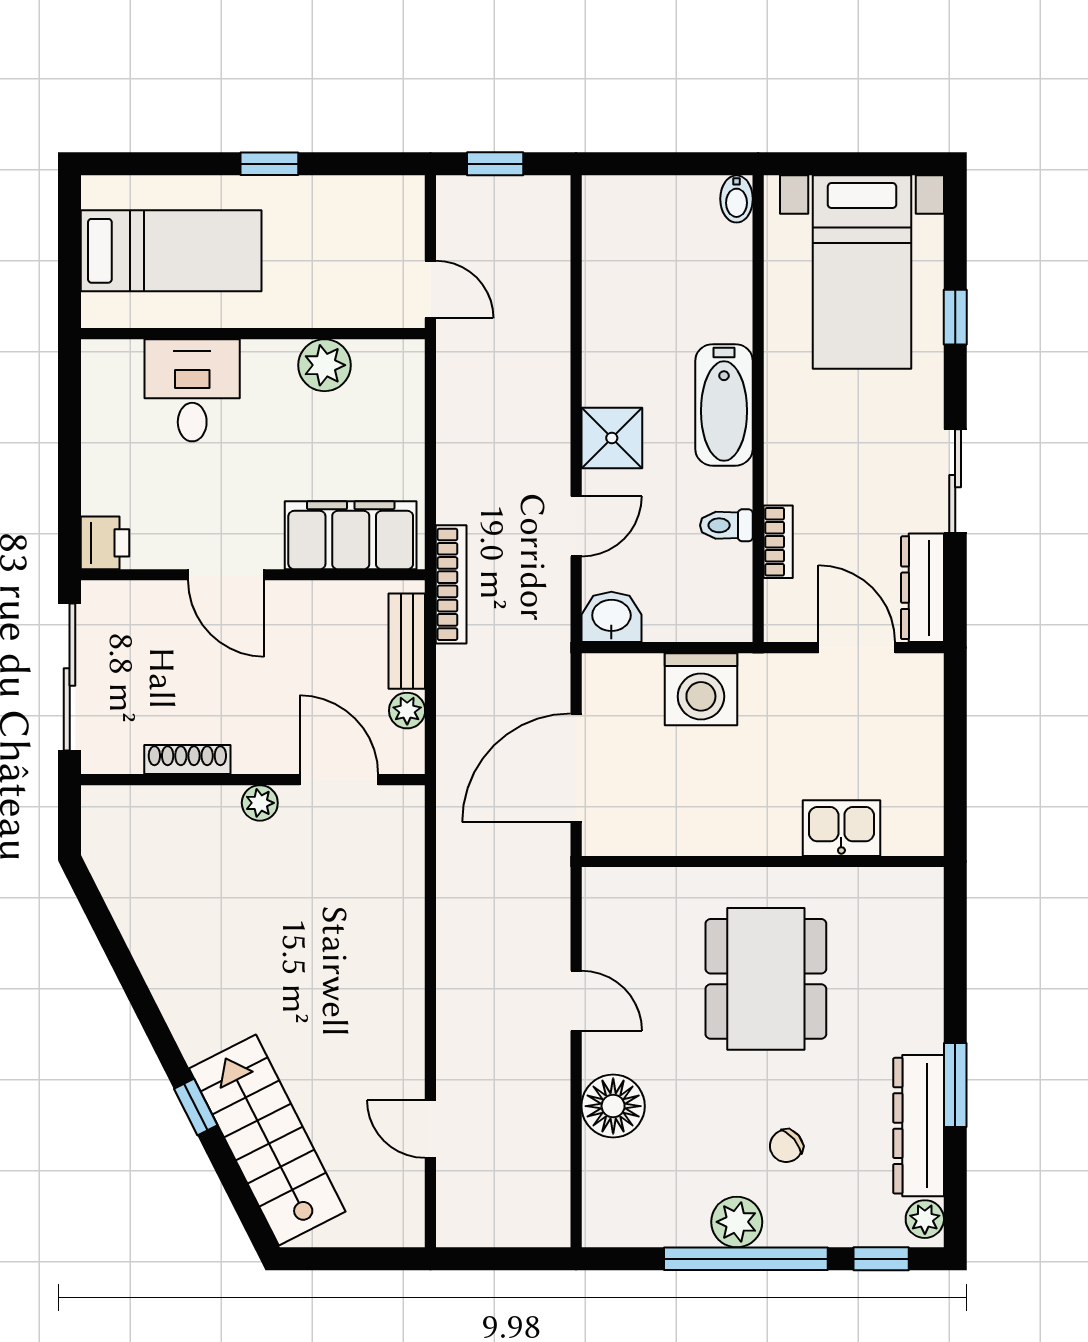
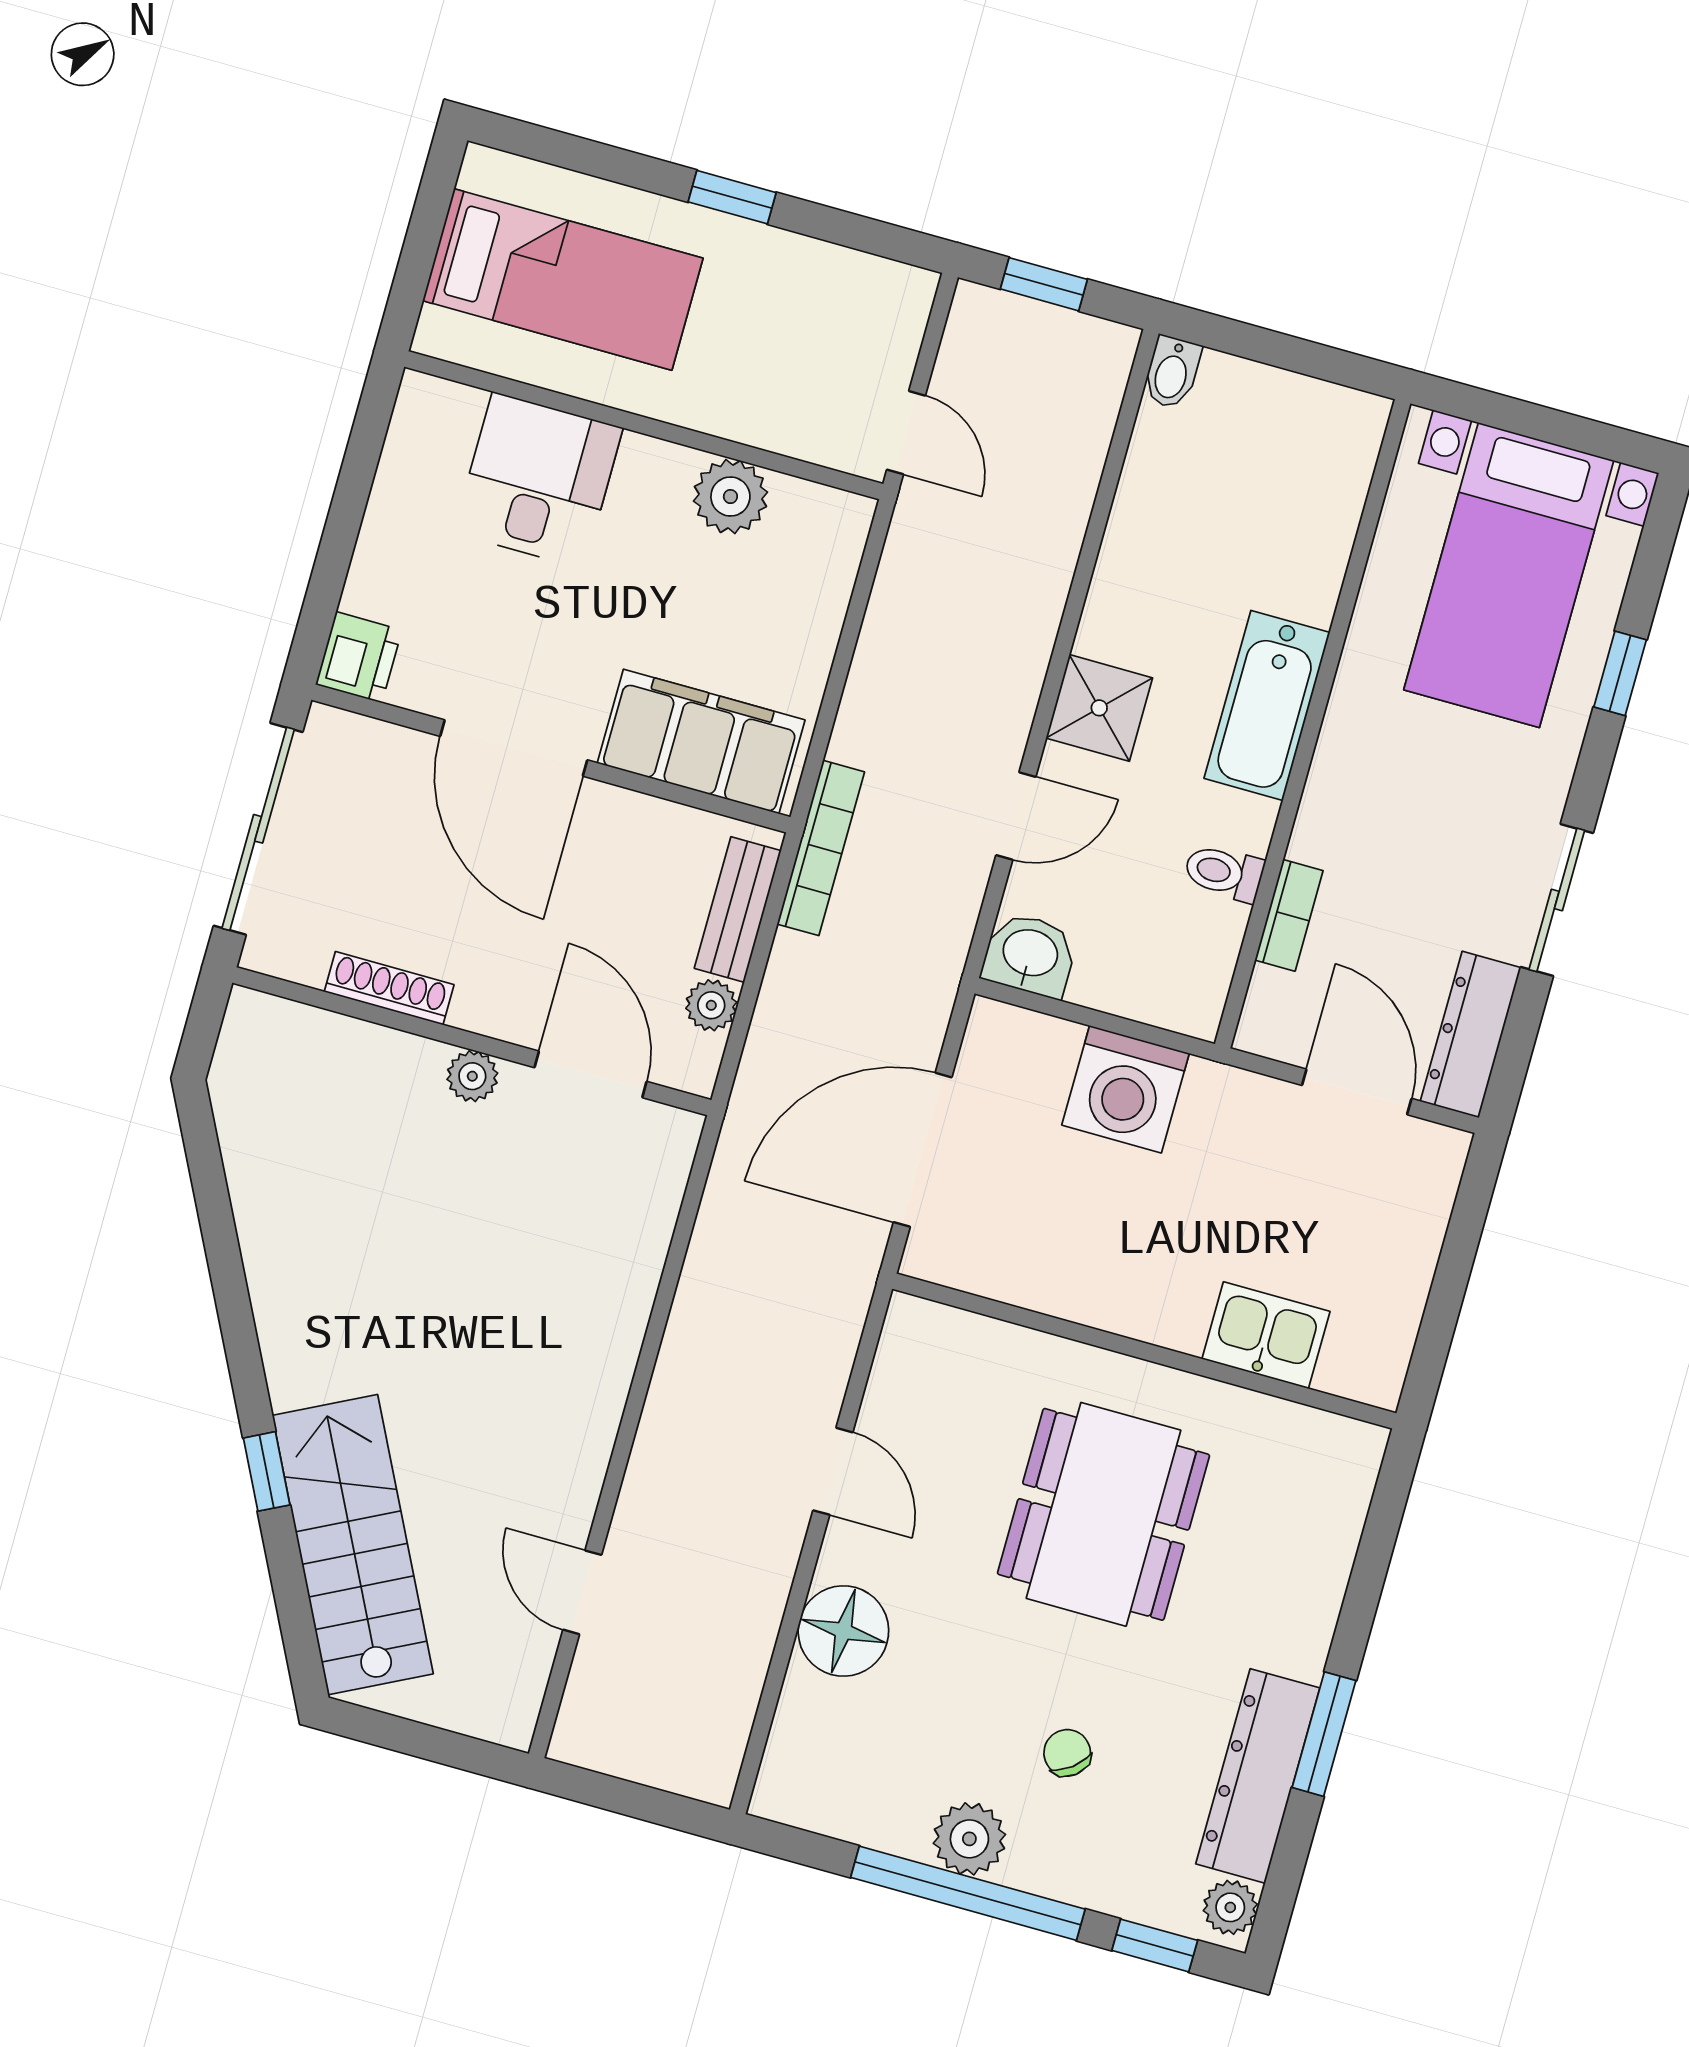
bidet: (737, 199) -> (1172, 372), moved
door: (226, 575) -> (514, 748), width x1.36
chair: (786, 1146) -> (1067, 1753), turned 92

